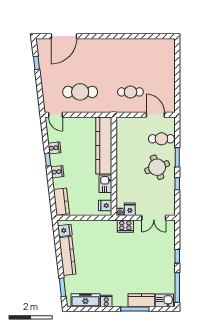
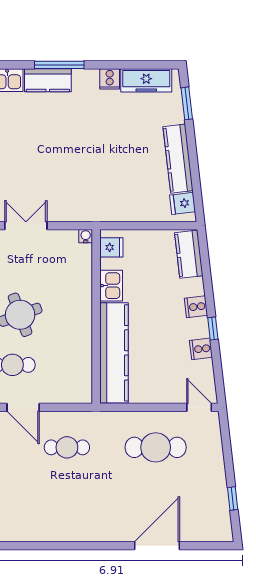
door: (64, 36) -> (157, 546), moved
fridge: (130, 209) -> (68, 241), removed
cooker: (125, 226) -> (76, 211), removed

